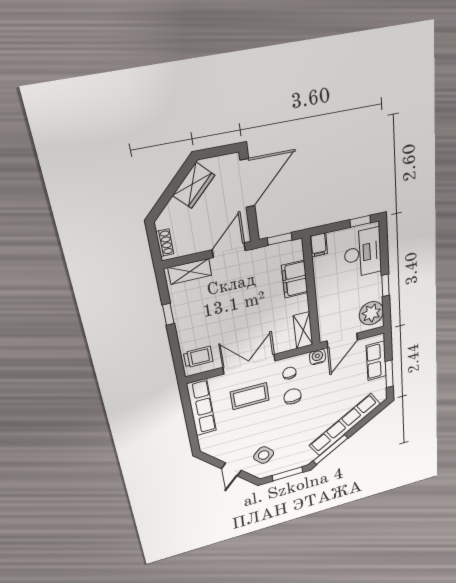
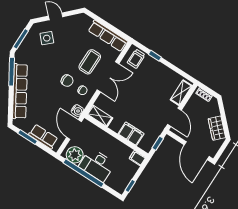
desk: (363, 253) -> (97, 165), moved
window: (385, 285) -> (84, 173), width x3.17
window: (168, 314) -> (155, 56), moved

